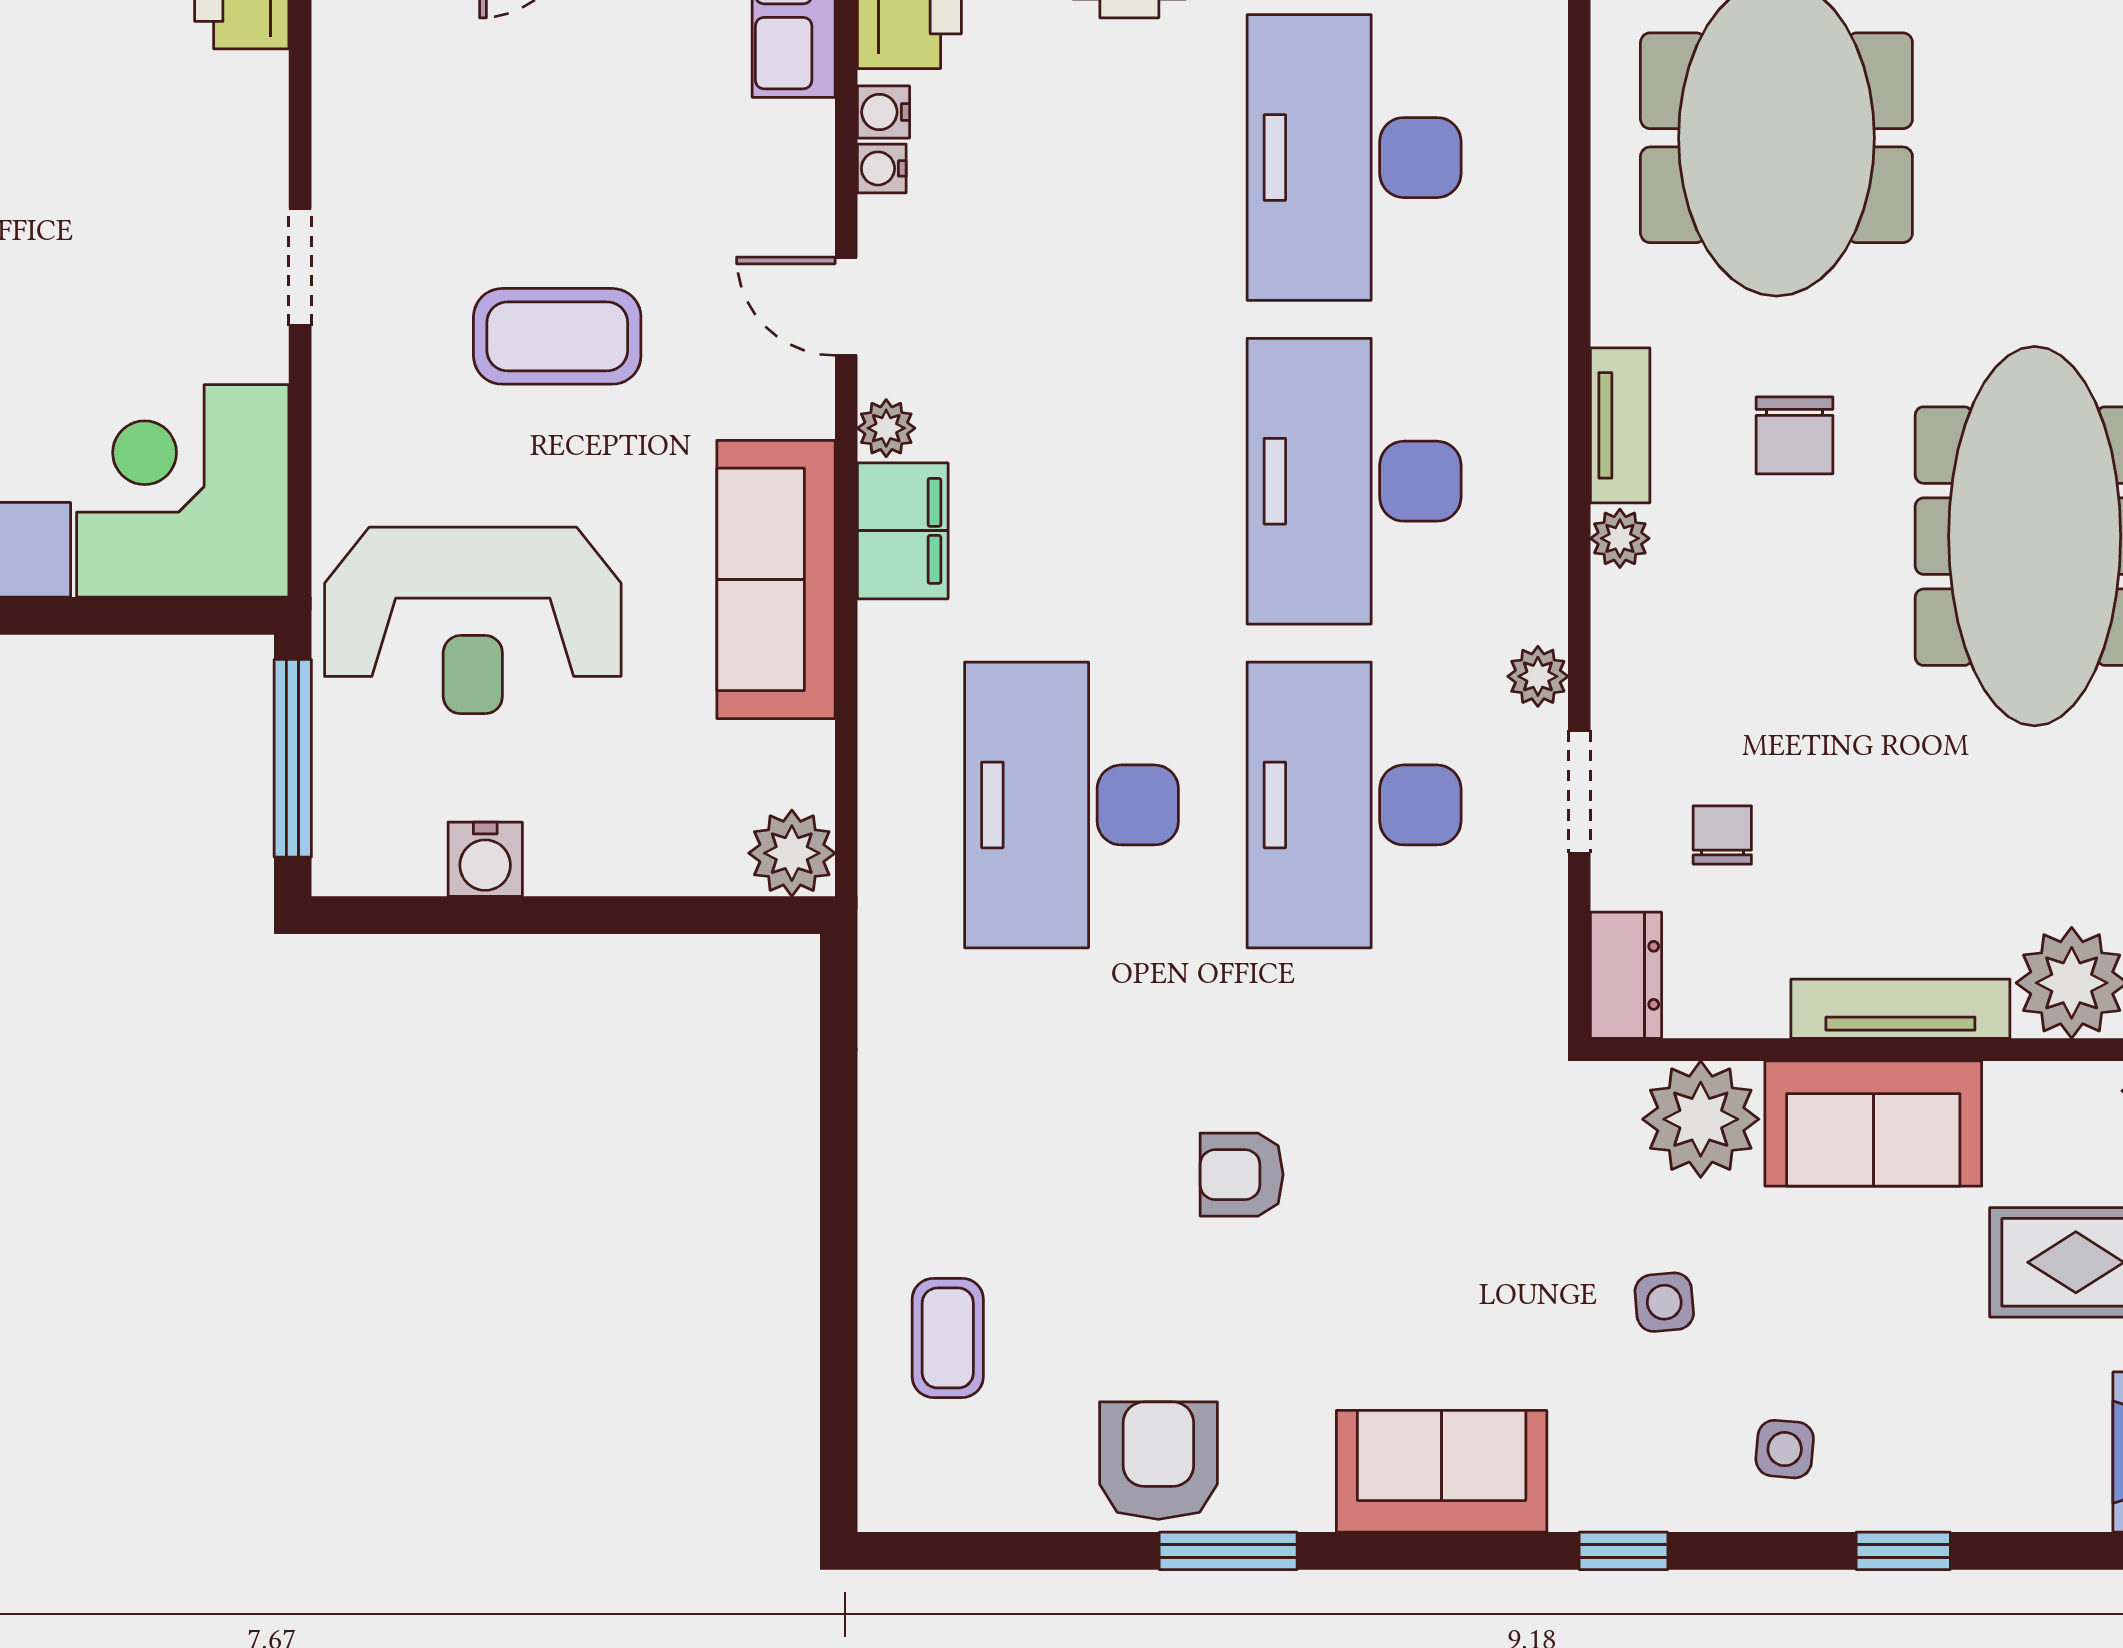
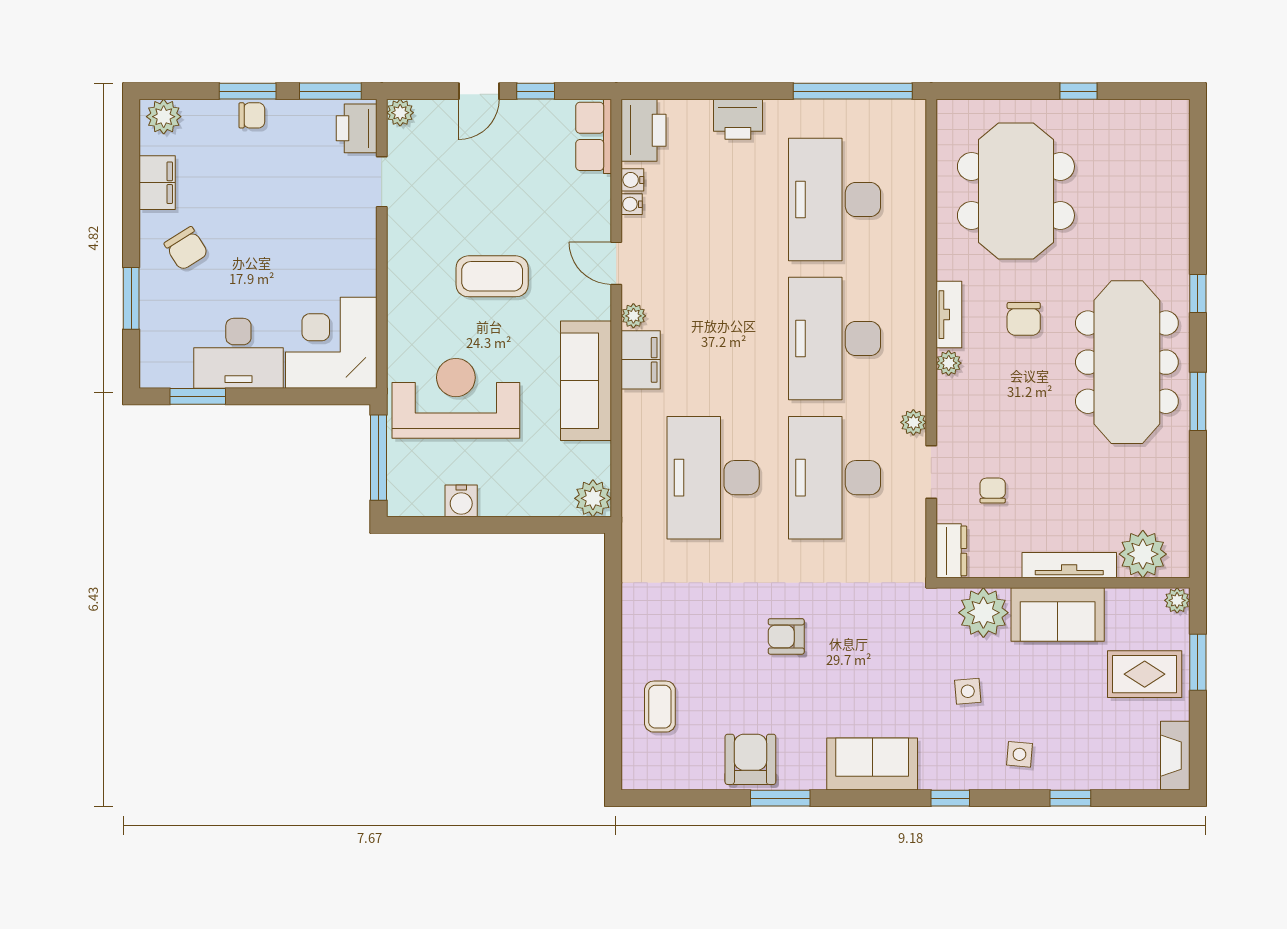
doorway: (300, 267) -> (382, 182), moved
reception desk: (473, 620) -> (456, 398), turned 180

